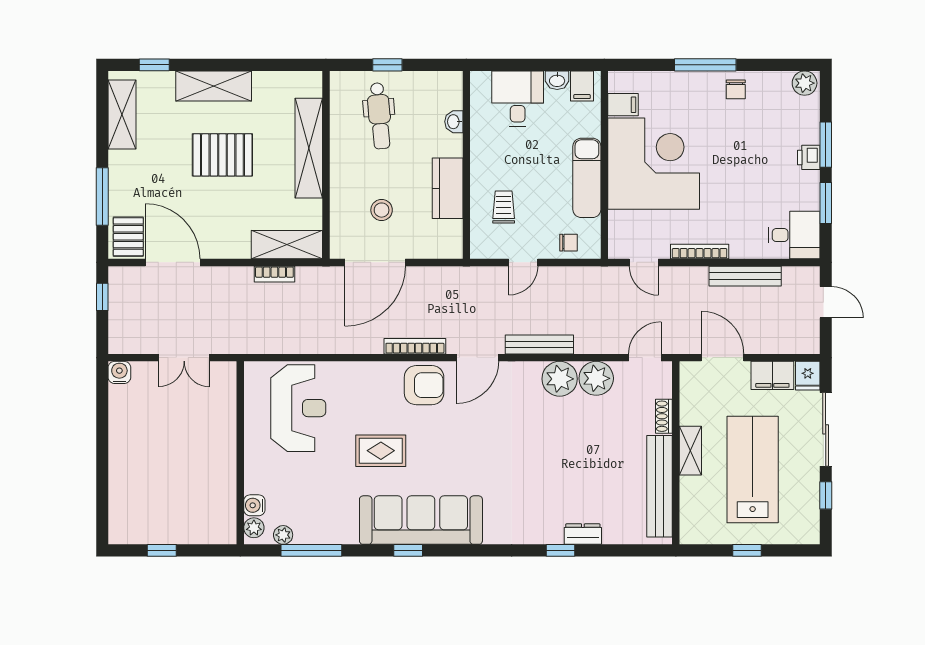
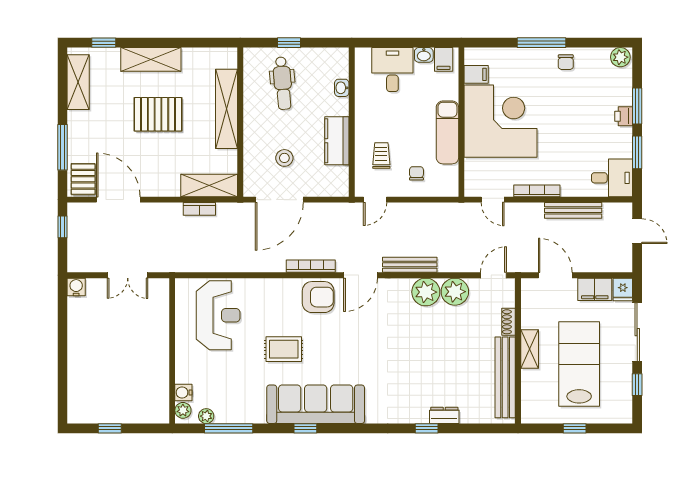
chair: (568, 243) -> (416, 173), moved, turned -90
door: (523, 262) -> (375, 200), moved

